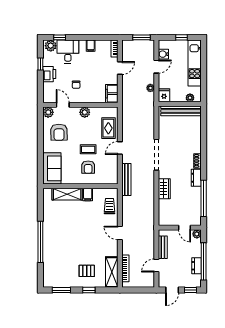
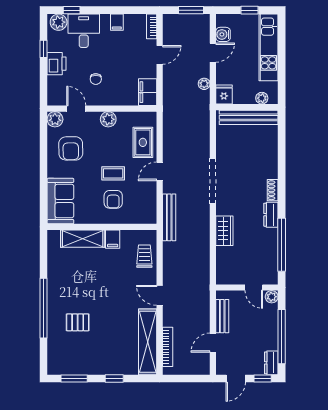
dresser: (196, 266) -> (271, 363), moved
pallet: (87, 271) -> (78, 322), moved
shelving: (112, 272) -> (148, 342), width x1.47

